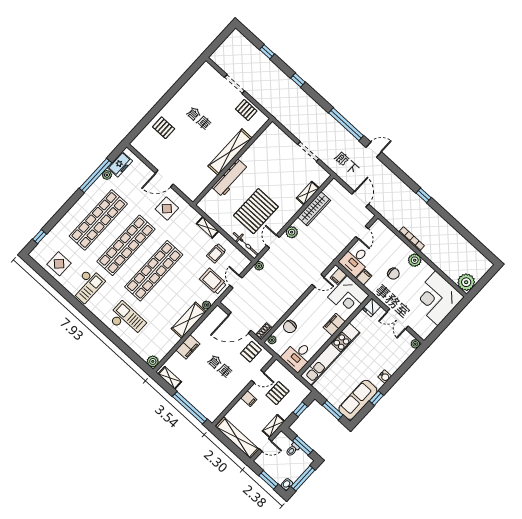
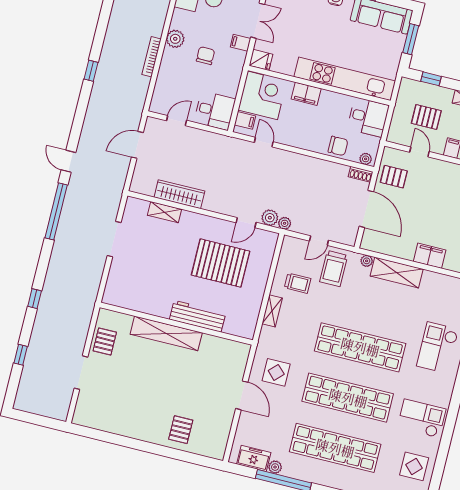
plant: (292, 232) -> (270, 218), moved
bicycle: (246, 244) -> (267, 254), removed
filing cabinet: (364, 277) -> (241, 43), moved

